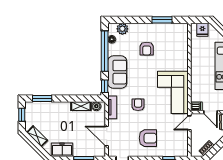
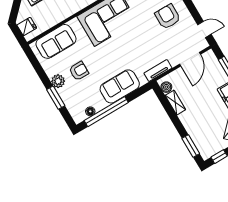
window: (162, 20) -> (56, 98), moved
plant: (122, 29) -> (58, 81), moved
sofa: (179, 45) -> (56, 41), added
window: (105, 86) -> (141, 91), removed
armchair: (138, 105) -> (140, 46), removed

